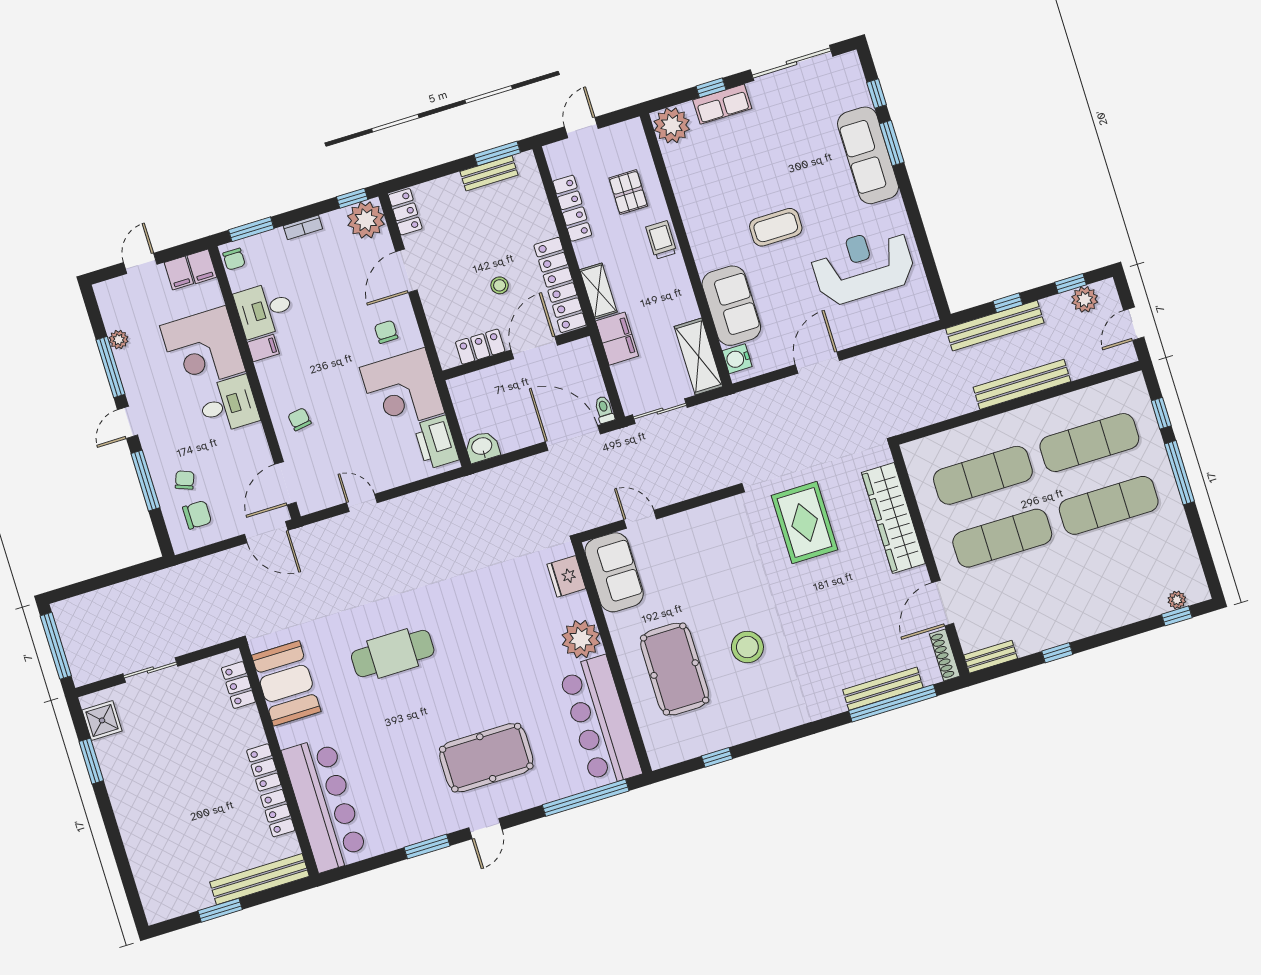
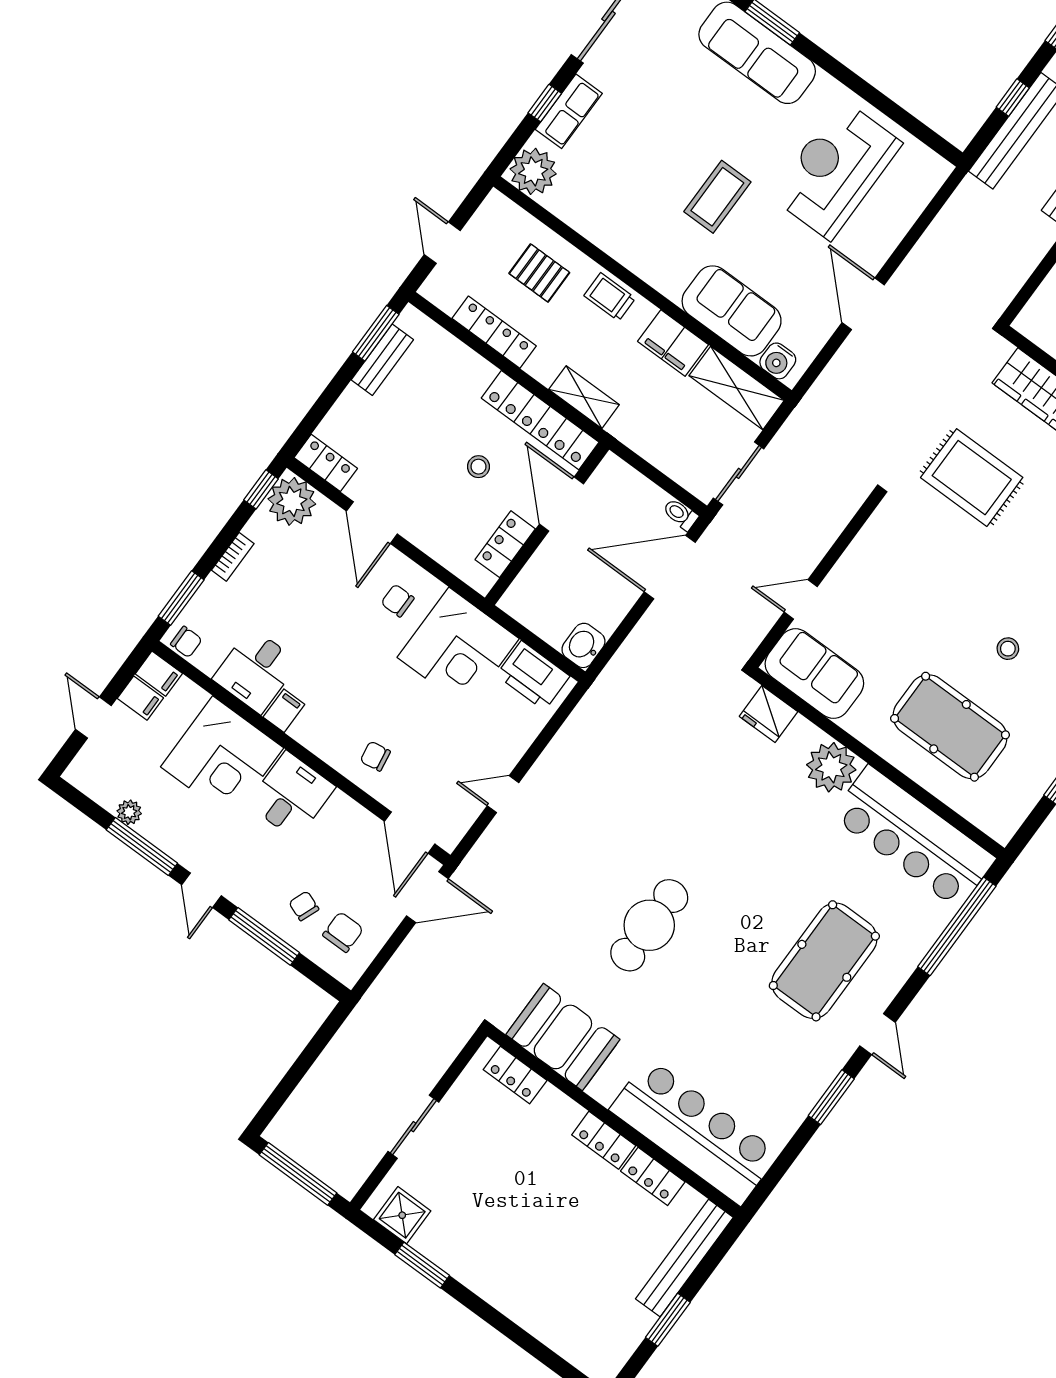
filing cabinet: (617, 339) -> (673, 343), moved, turned 180
stool: (747, 647) -> (1008, 649), width x0.53, depth x0.53

